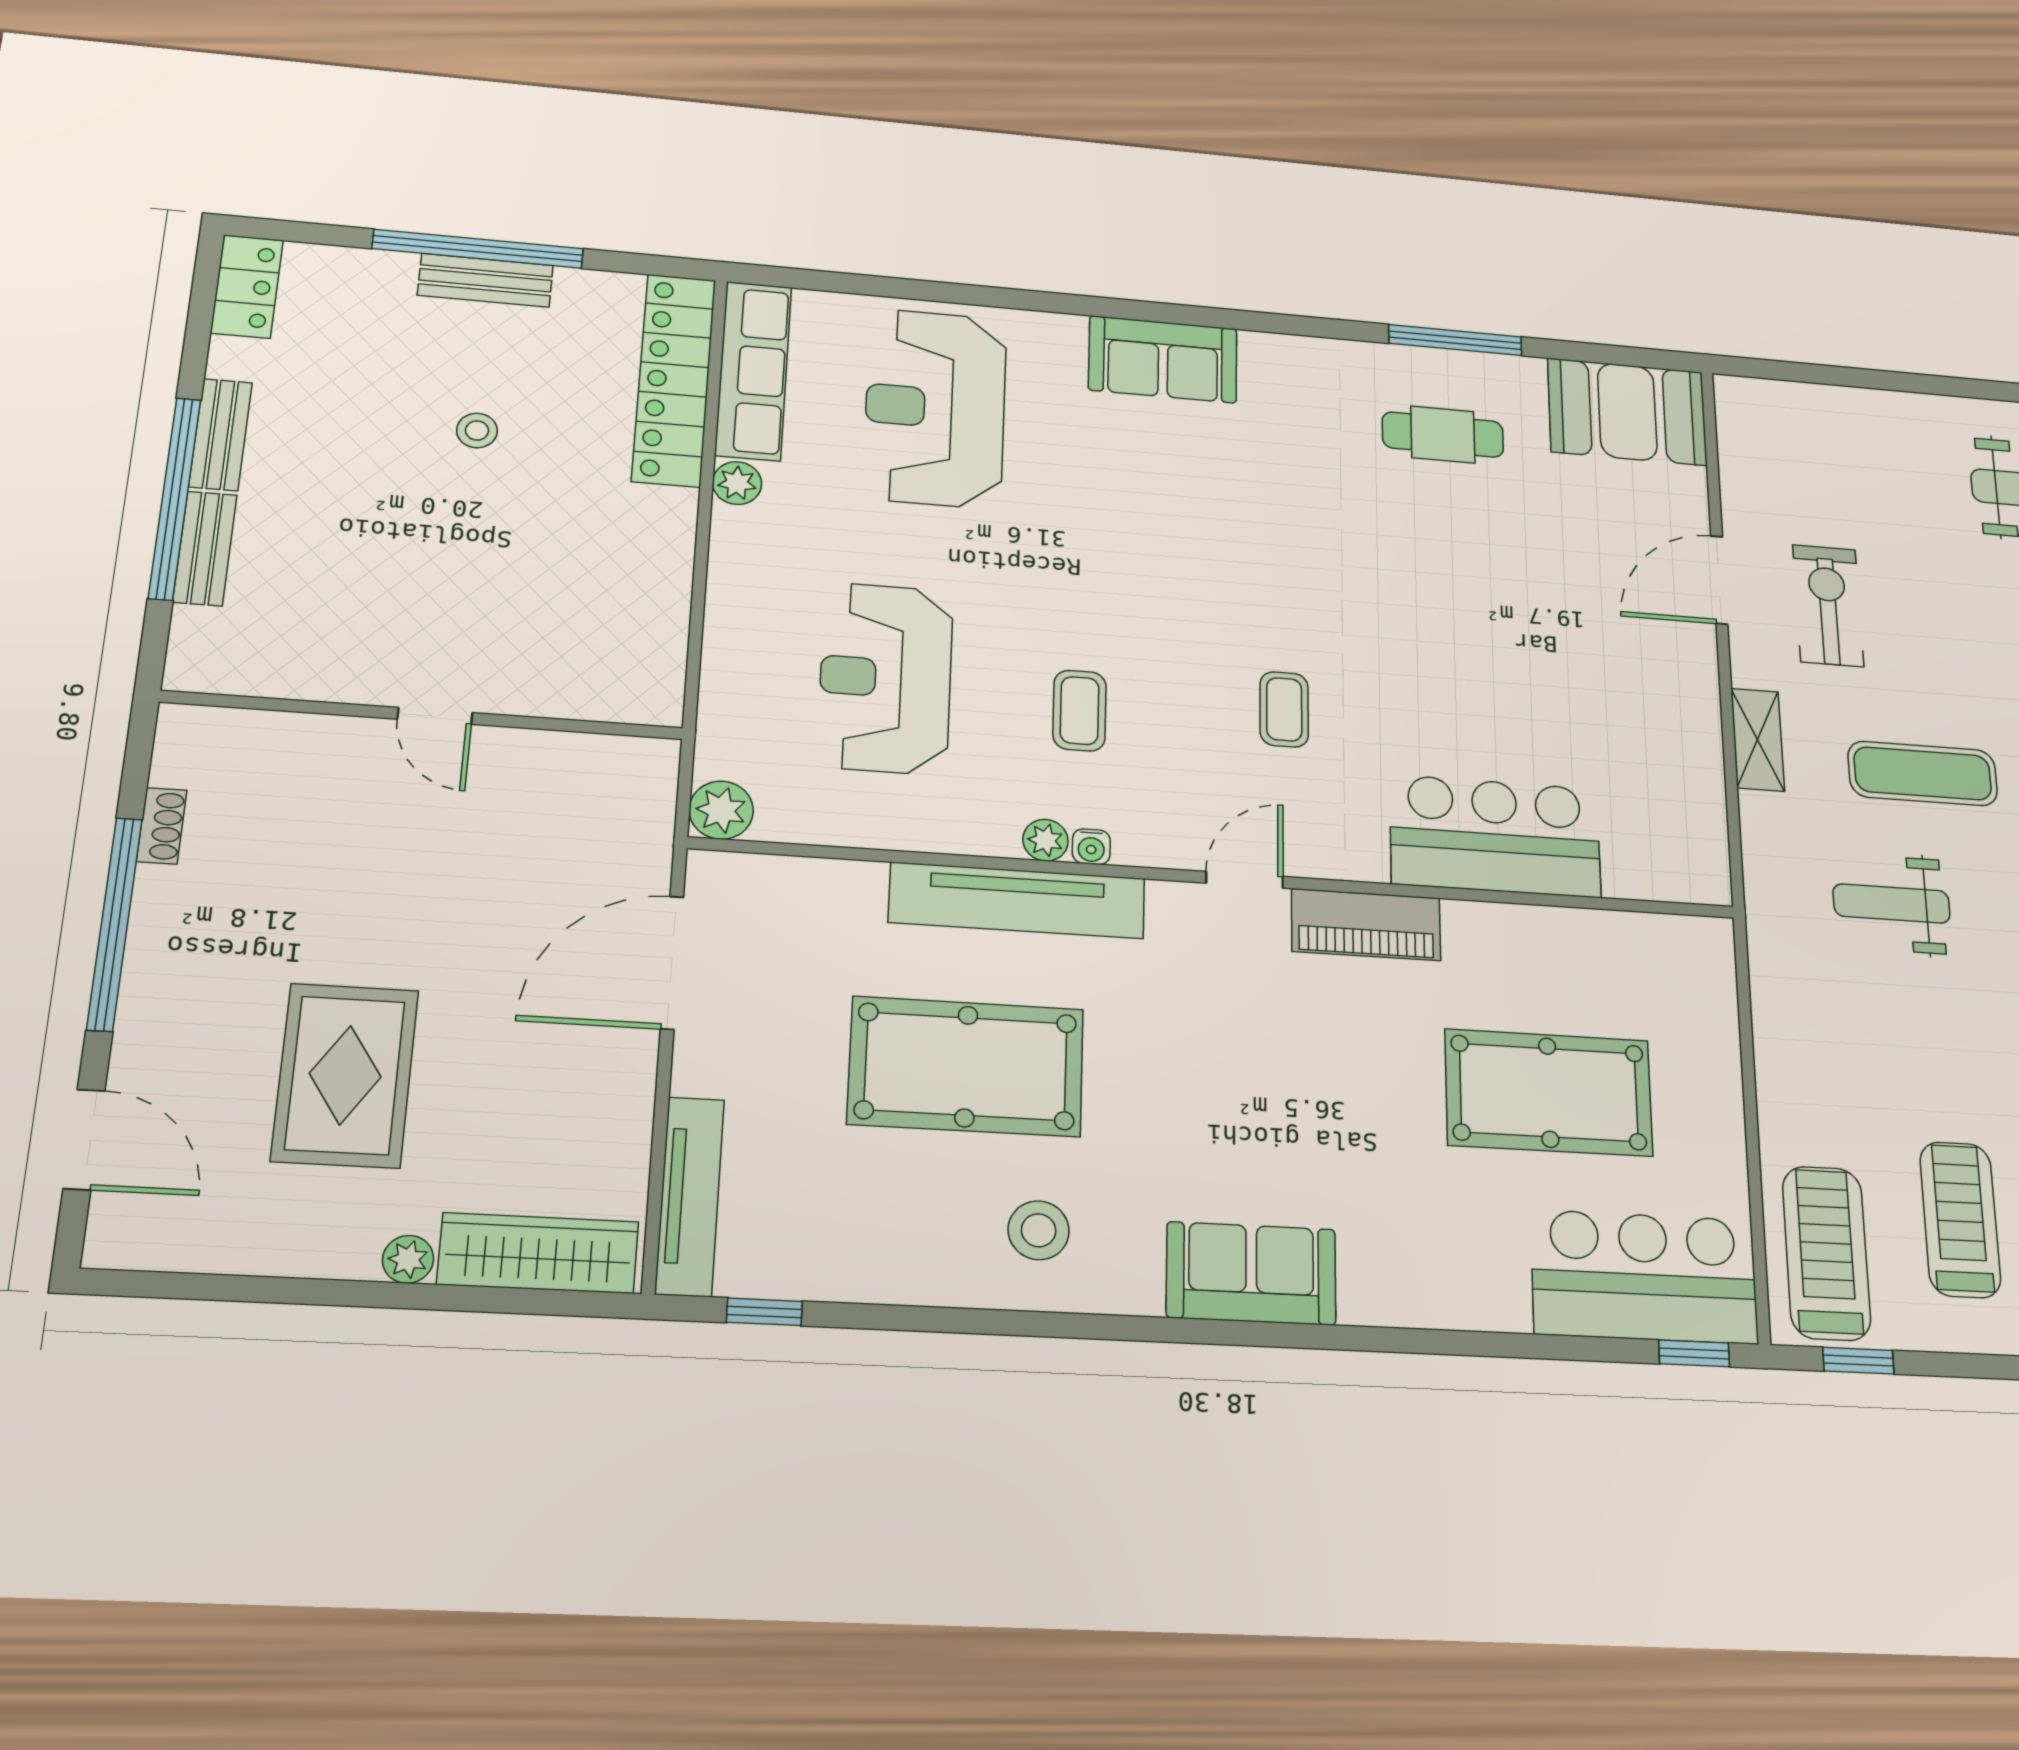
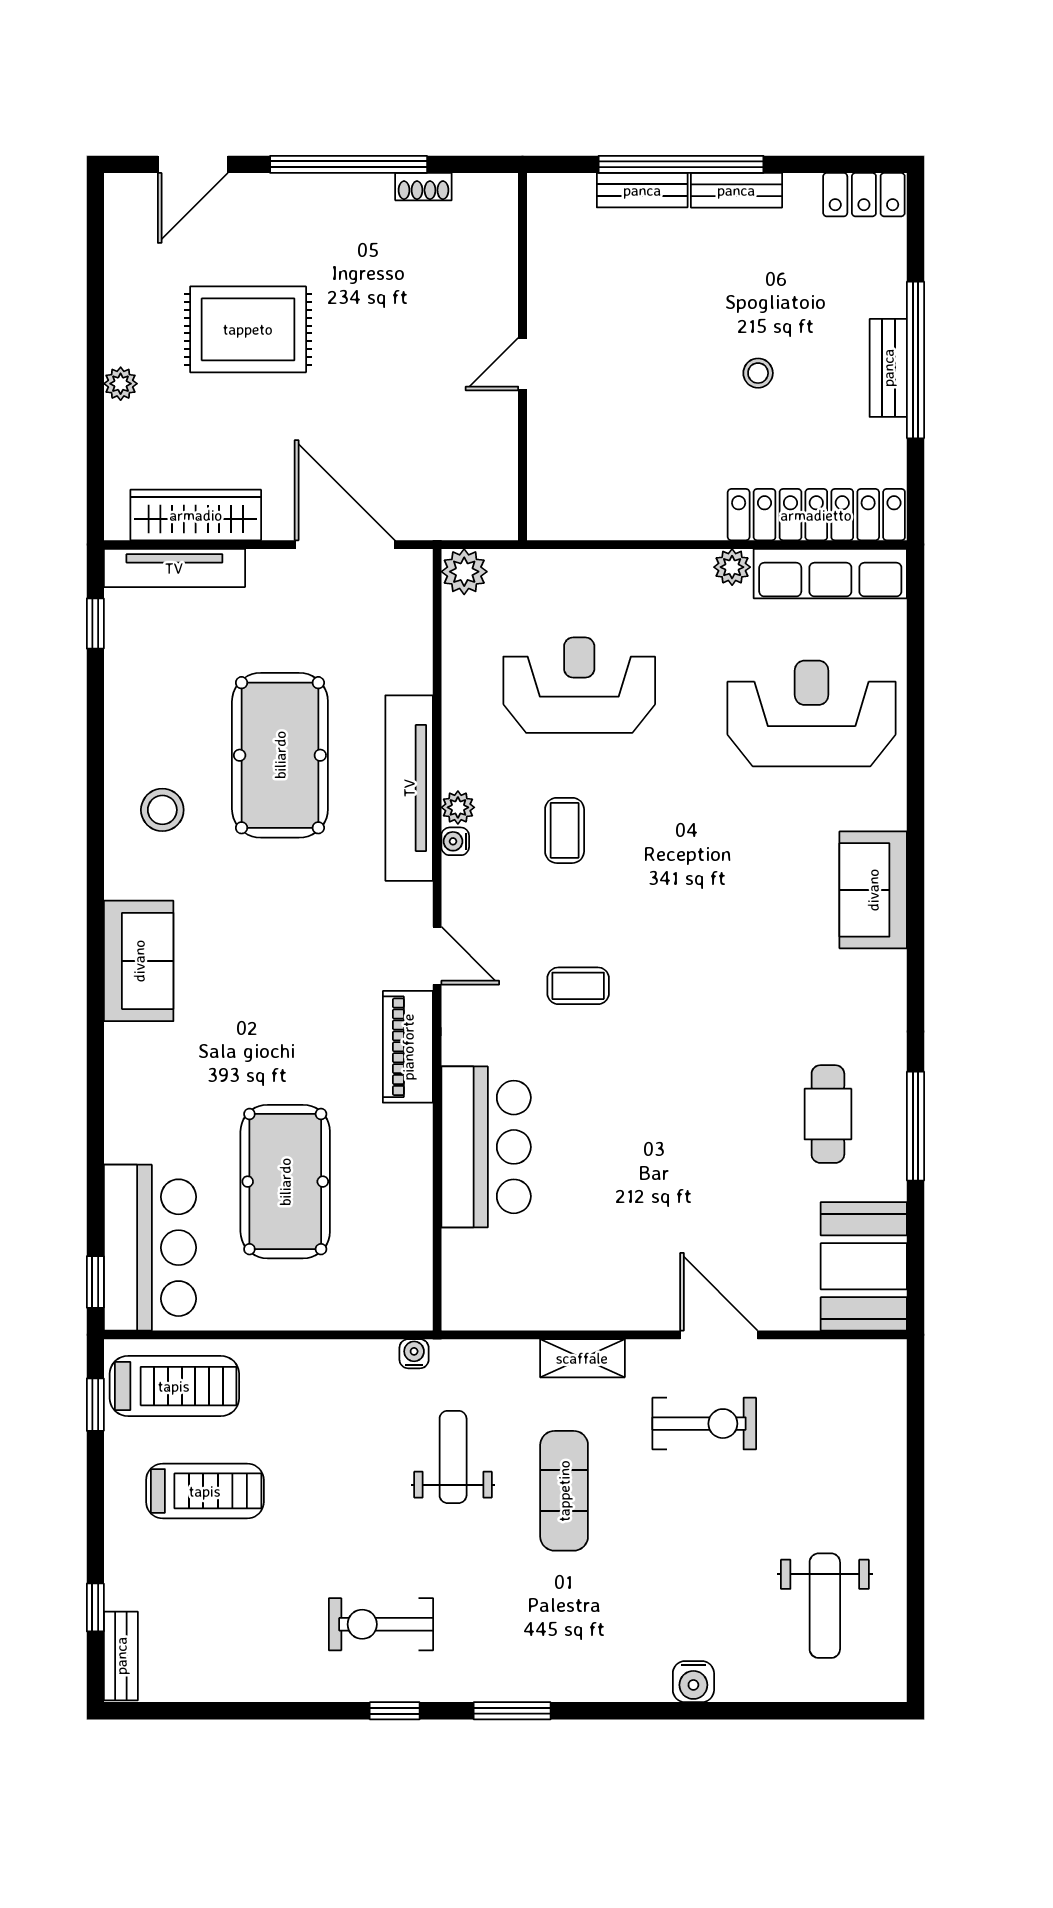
coffee table: (1080, 711) -> (565, 830), turned 90
water cooler: (1765, 943) -> (414, 1354), added
wardrobe: (538, 1253) -> (196, 515), moved, turned -90

